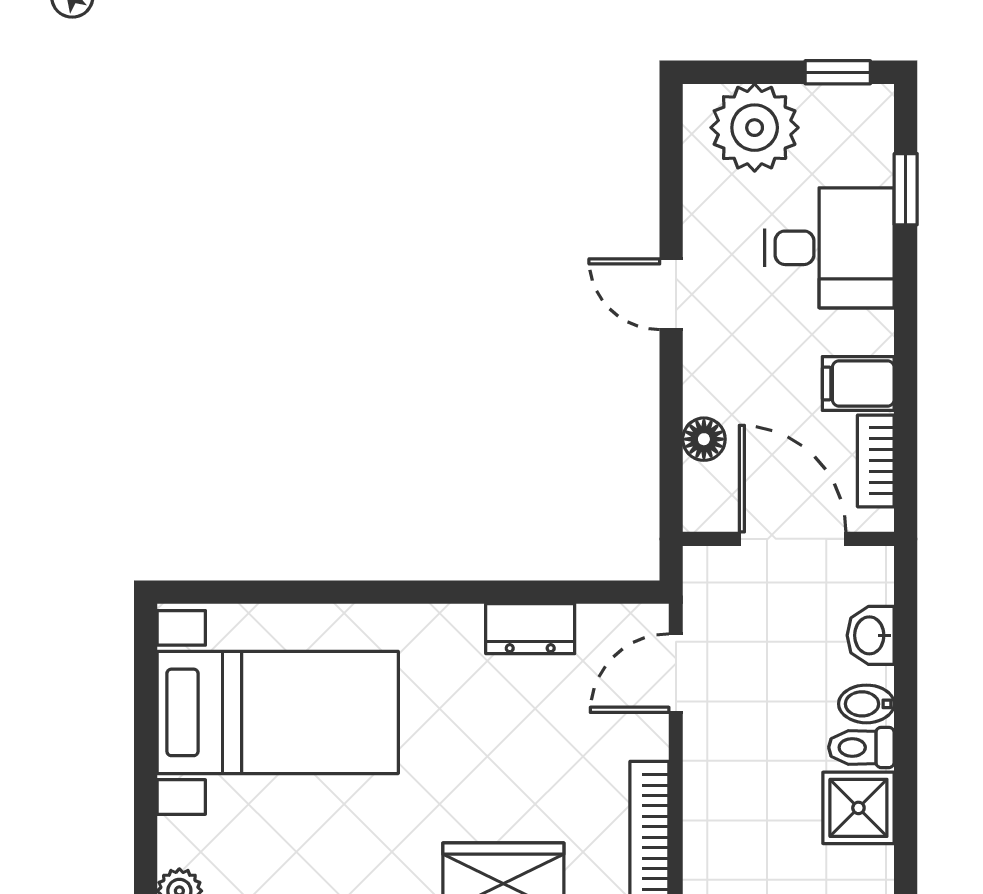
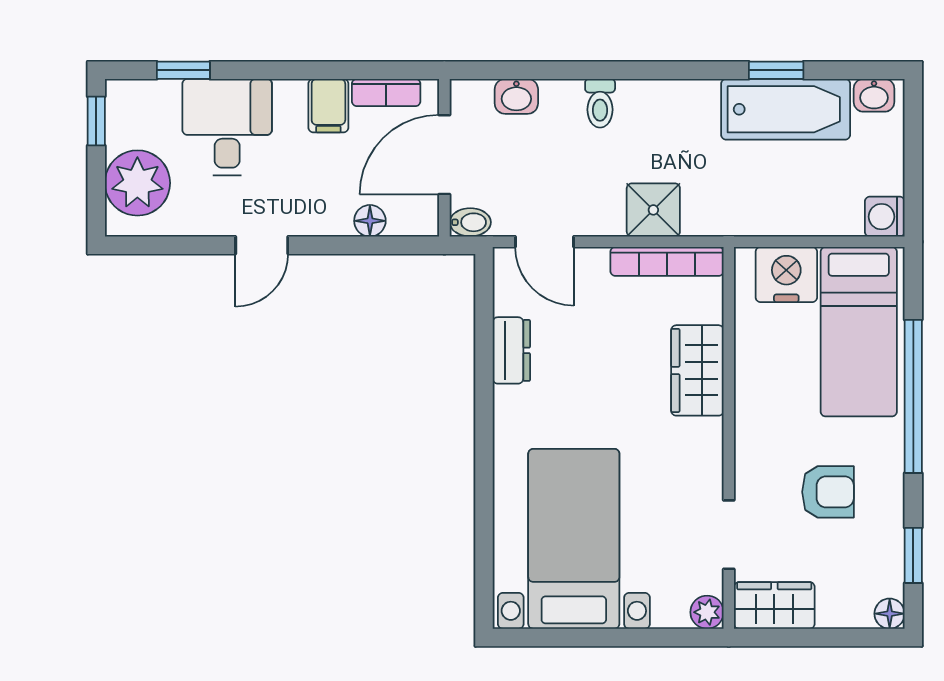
bidet: (866, 704) -> (470, 222), moved, turned -90
shower: (858, 808) -> (653, 210), moved

